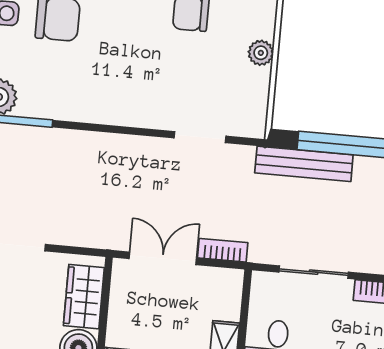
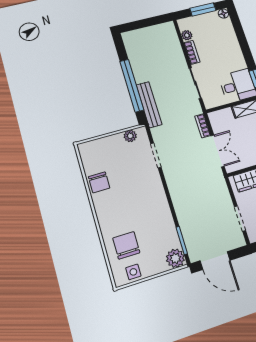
plant: (261, 53) -> (130, 136), moved
double door: (163, 258) -> (218, 151), swing flipped

